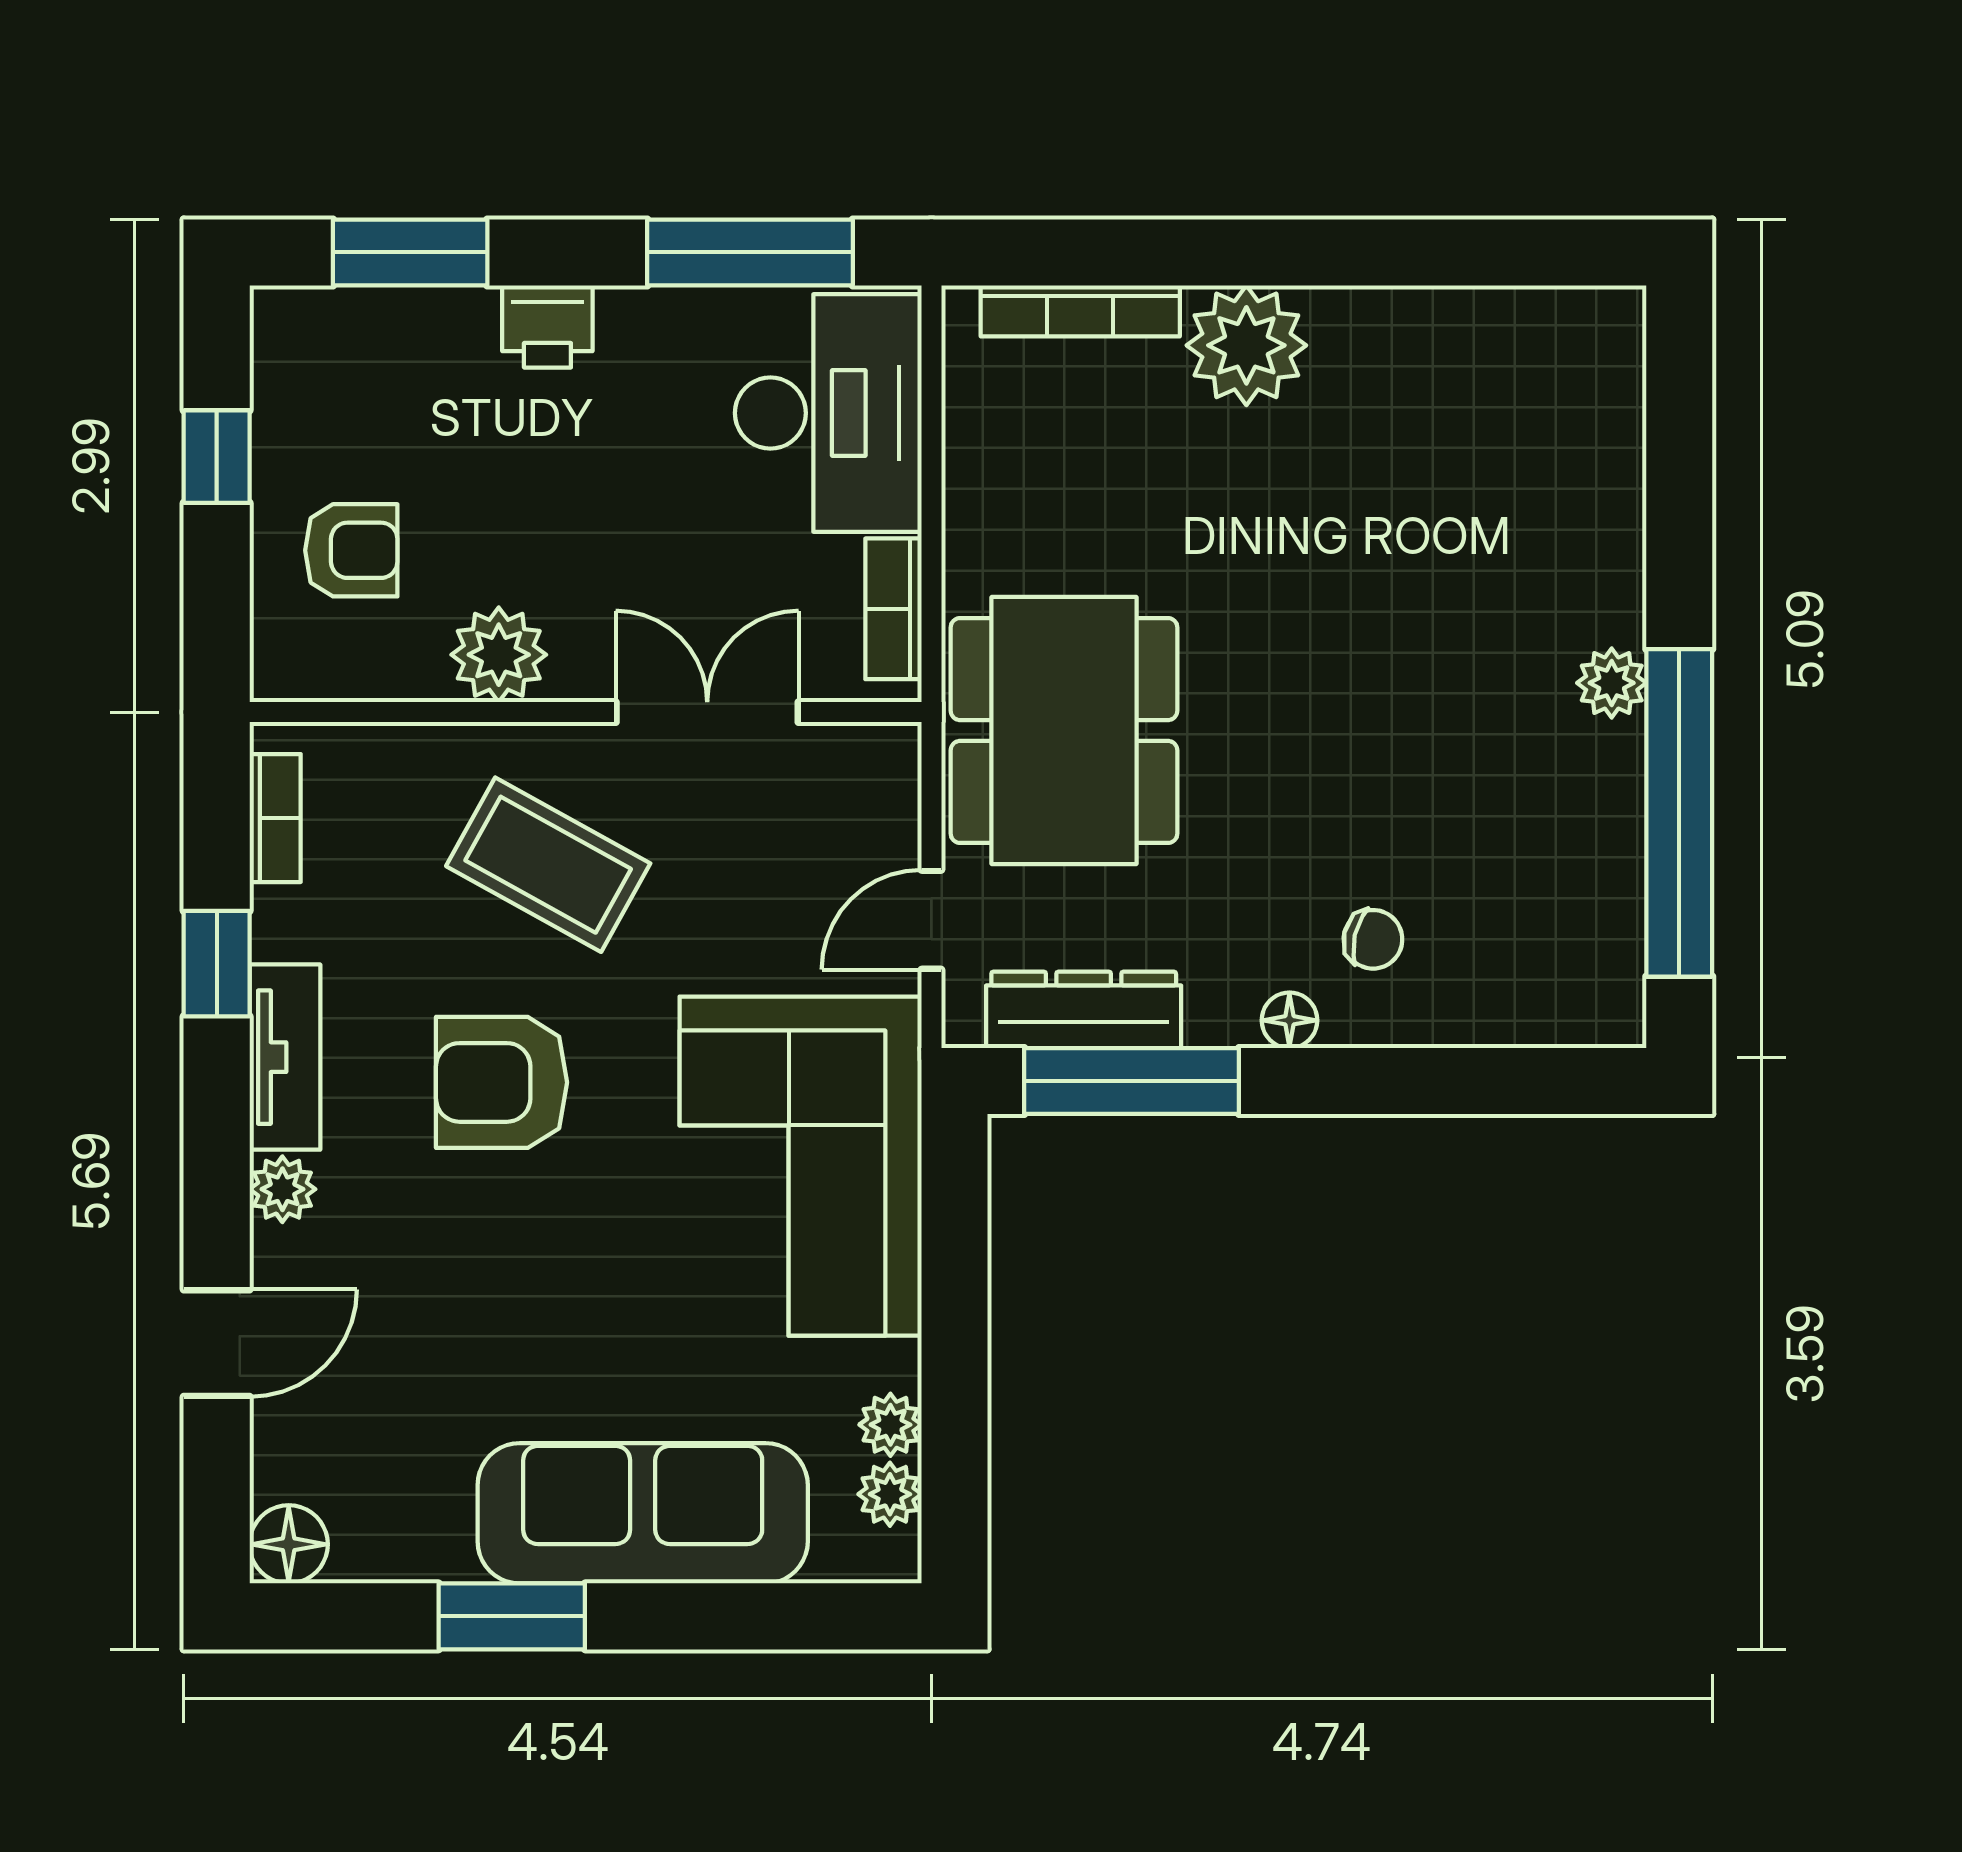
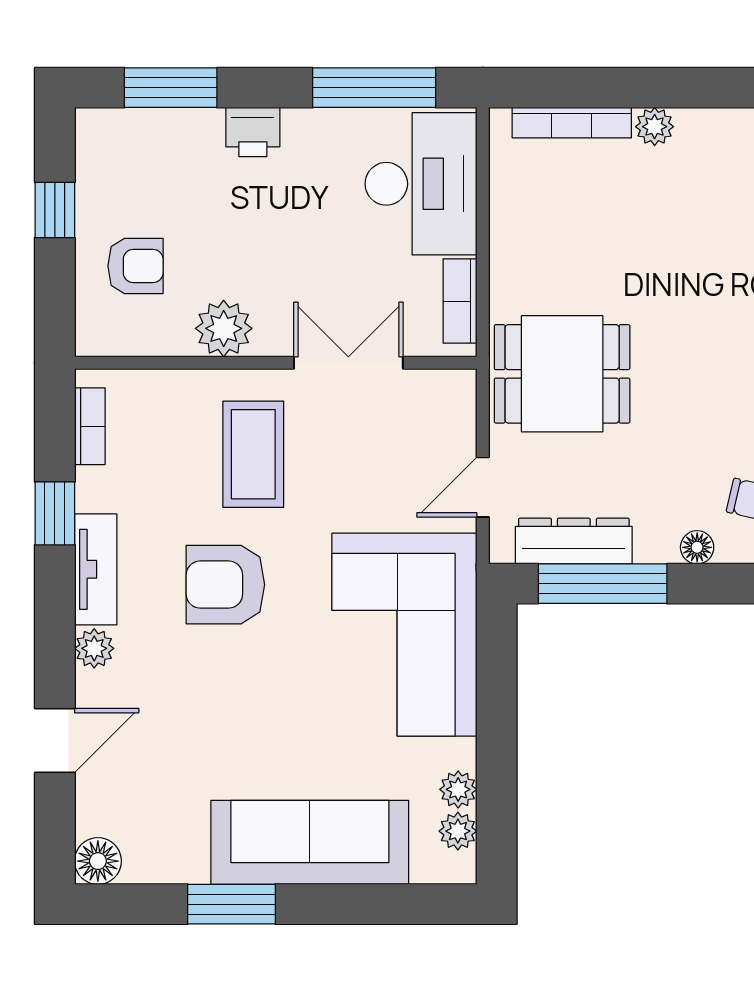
plant: (1246, 345) -> (655, 127), width x0.53, depth x0.53
dining table: (1064, 730) -> (562, 374), width x0.73
coffee table: (548, 865) -> (253, 454), turned 61

